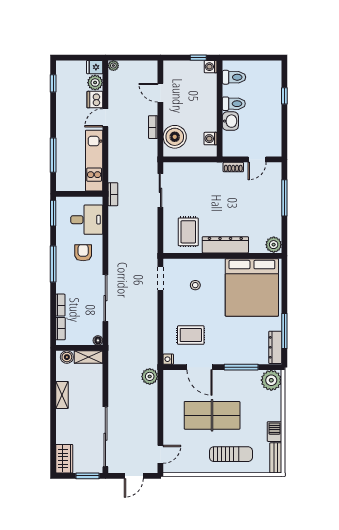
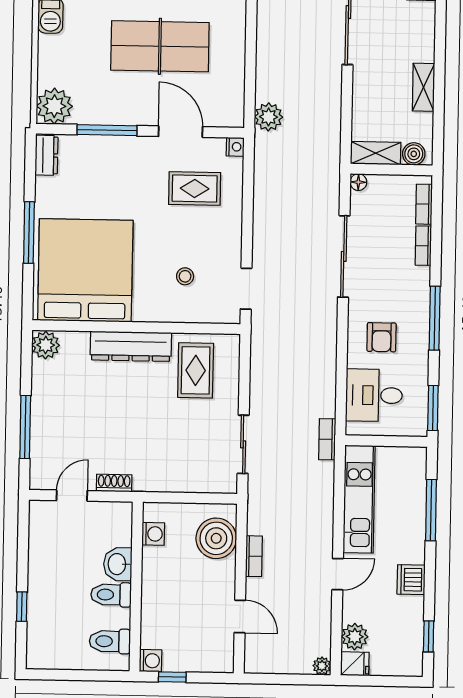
dishwasher: (95, 100) -> (411, 580), moved, turned 180
window: (284, 331) -> (29, 233), moved
dresser: (275, 347) -> (46, 155), width x0.70

